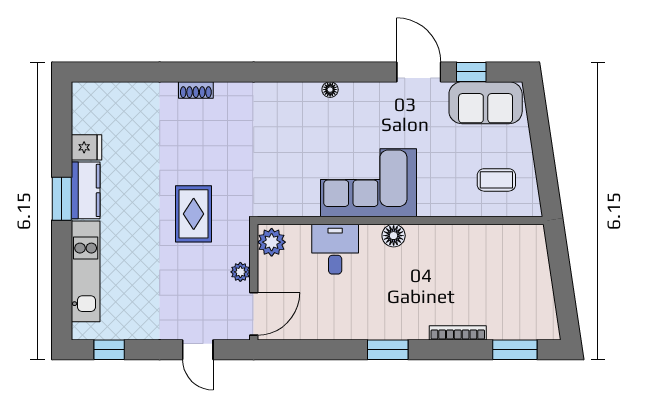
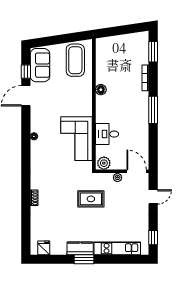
fridge: (87, 147) -> (44, 248), moved
coffee table: (496, 180) -> (75, 60), width x1.86, depth x1.72
corner sofa: (369, 183) -> (77, 139), moved
floor lamp: (394, 236) -> (101, 90), moved
window: (388, 350) -> (153, 110), width x1.44

